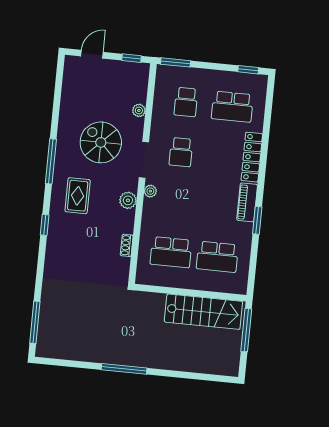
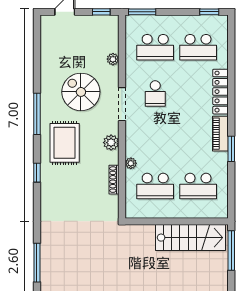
school desk: (186, 102) -> (155, 47), width x1.85
plant: (150, 191) -> (131, 163), moved
rug: (78, 196) -> (65, 143), width x1.36, depth x1.43
shoe rack: (127, 245) -> (114, 180), width x1.43

